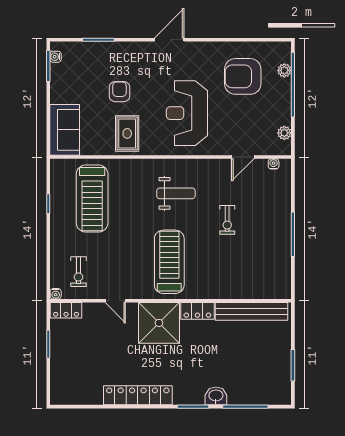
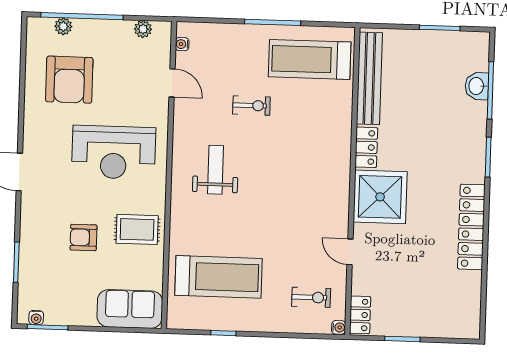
treadmill: (169, 262) -> (310, 59), moved
door: (115, 301) -> (350, 252), swing flipped
washbasin: (216, 396) -> (477, 86), moved

